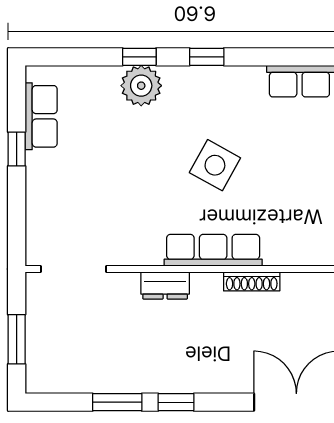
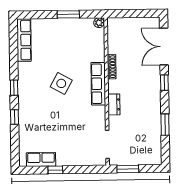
plant: (141, 86) -> (27, 116), removed
window: (17, 339) -> (128, 169), moved
window: (176, 402) -> (164, 83), moved

